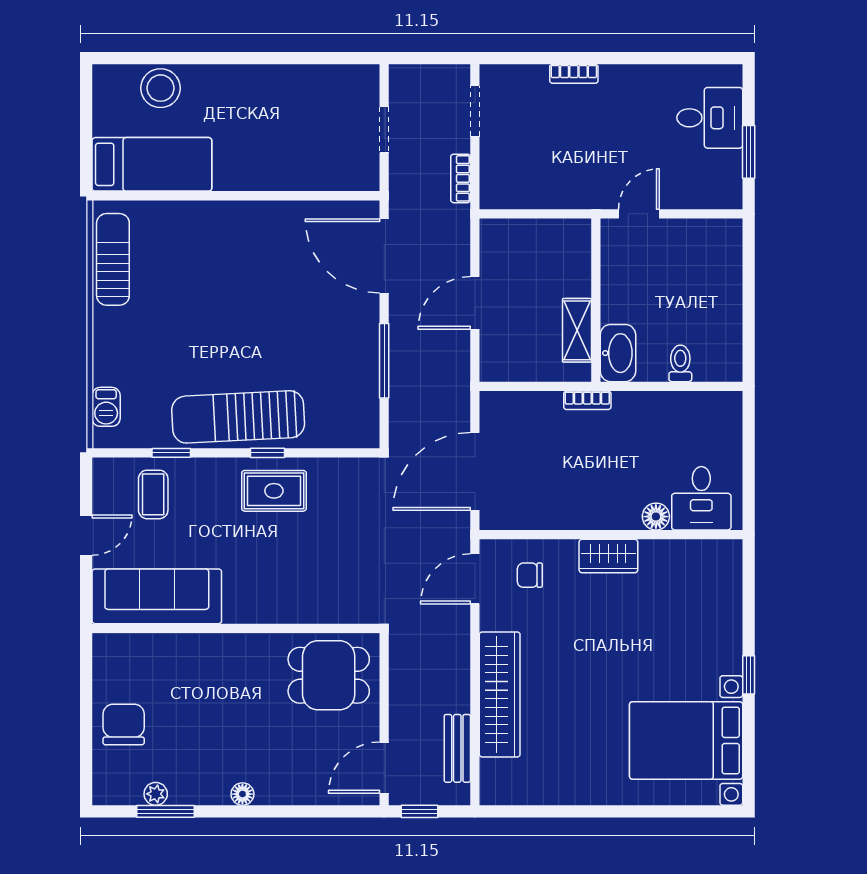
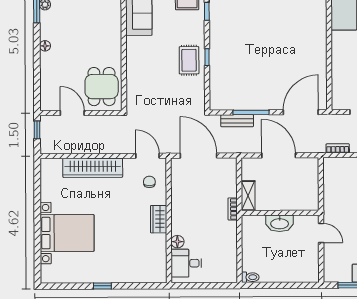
door: (475, 303) -> (279, 155), width x1.36
shelving: (577, 330) -> (248, 196), moved, turned 90
washbasin: (618, 353) -> (280, 223), moved
toilet: (680, 363) -> (250, 277), moved
sun lounger: (238, 417) -> (224, 43), removed
bed with nightstands: (686, 740) -> (67, 233), moved, turned 90
bench: (457, 748) -> (237, 121), moved
door: (384, 768) -> (72, 113), moved

